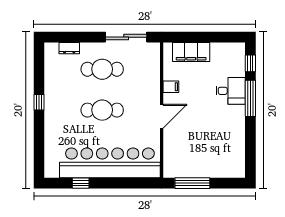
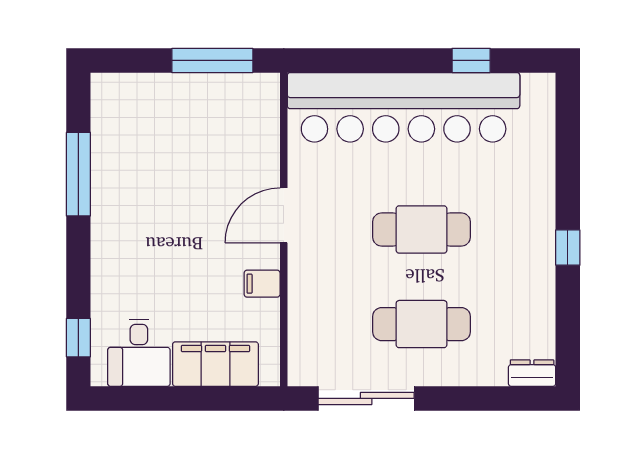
dresser: (69, 48) -> (532, 373), moved
desk: (231, 91) -> (139, 353), moved, turned -90
window: (250, 98) -> (78, 174), moved

